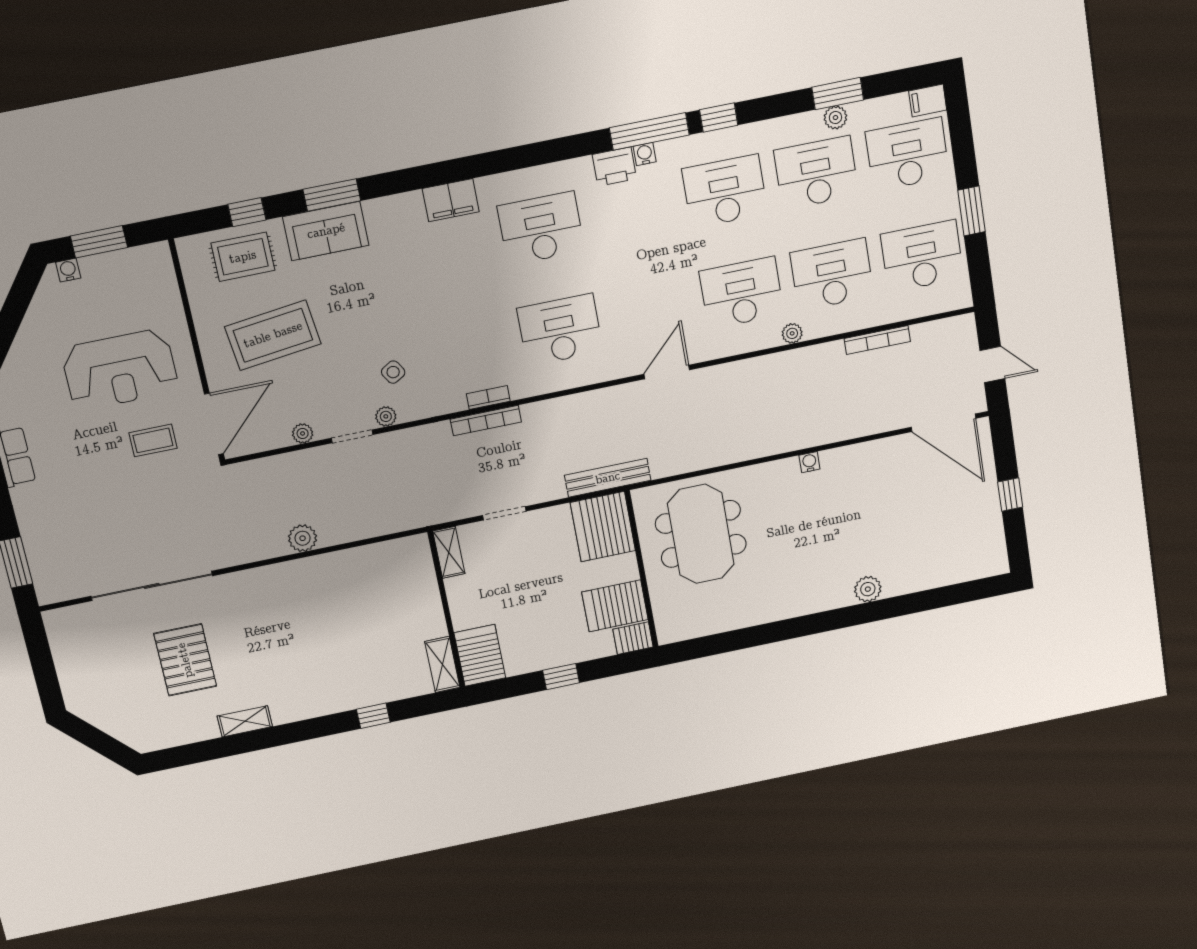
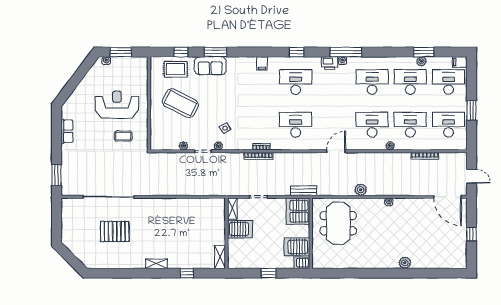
window: (719, 117) -> (297, 52), moved
filing cabinet: (451, 200) -> (262, 63), width x0.50
coffee table: (273, 335) -> (180, 103), turned 34
reception desk: (120, 370) -> (117, 105), turned 180
door: (214, 424) -> (149, 134), removed
bench: (608, 478) -> (304, 191), width x0.73
plant: (303, 538) -> (361, 190), moved
server rack: (480, 655) -> (240, 229), moved, turned 90
pallet: (185, 660) -> (115, 231), turned 90
shelving: (245, 721) -> (156, 264), moved

